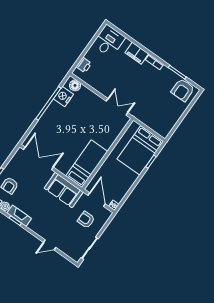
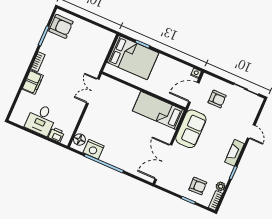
desk: (109, 41) -> (41, 120), moved, turned -90
fireplace: (19, 216) -> (235, 153), moved
armchair: (86, 220) -> (217, 99), turned -90

